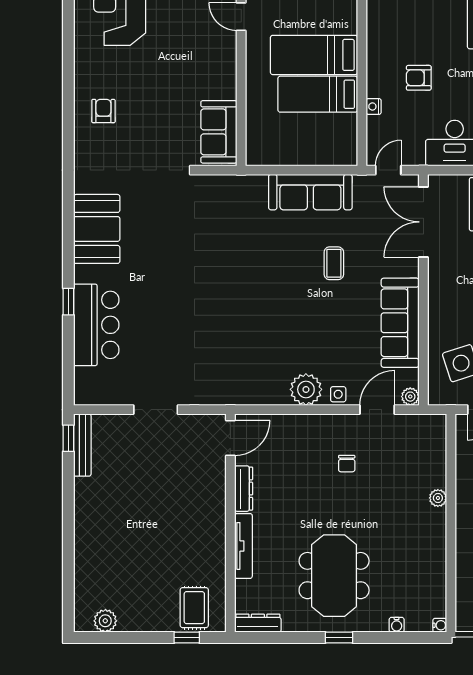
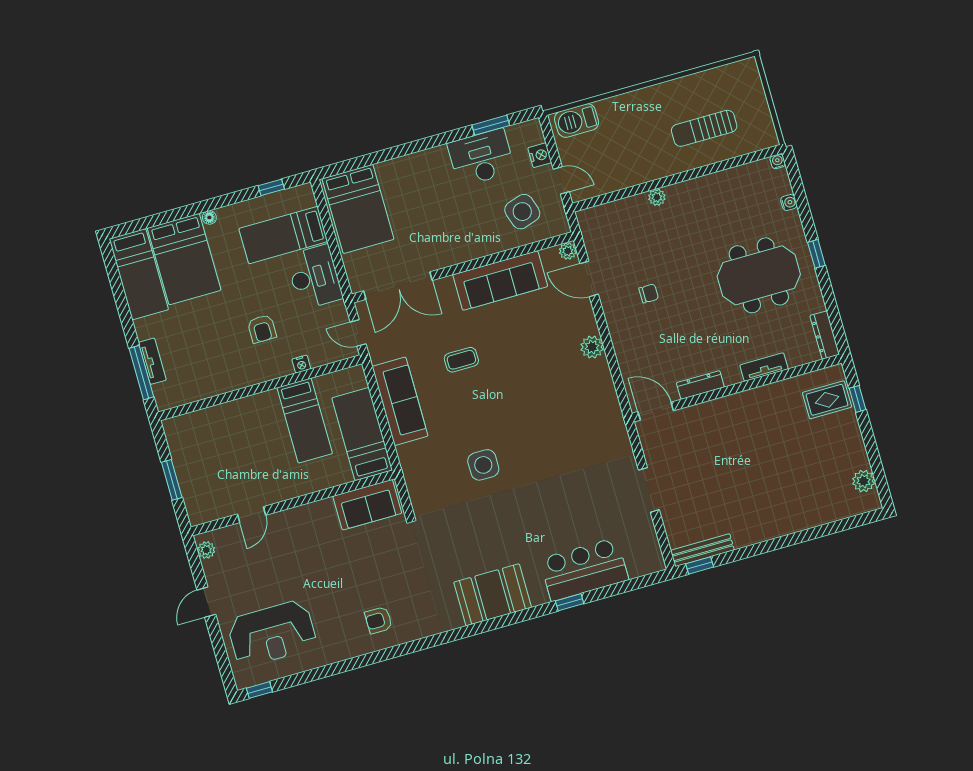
bed: (314, 55) -> (362, 434), moved, turned 180
plant: (306, 389) -> (592, 347), width x0.73, depth x0.73
side table: (338, 394) -> (483, 465), moved, width x1.87, depth x1.87
tv unit: (243, 546) -> (764, 367), width x0.71

